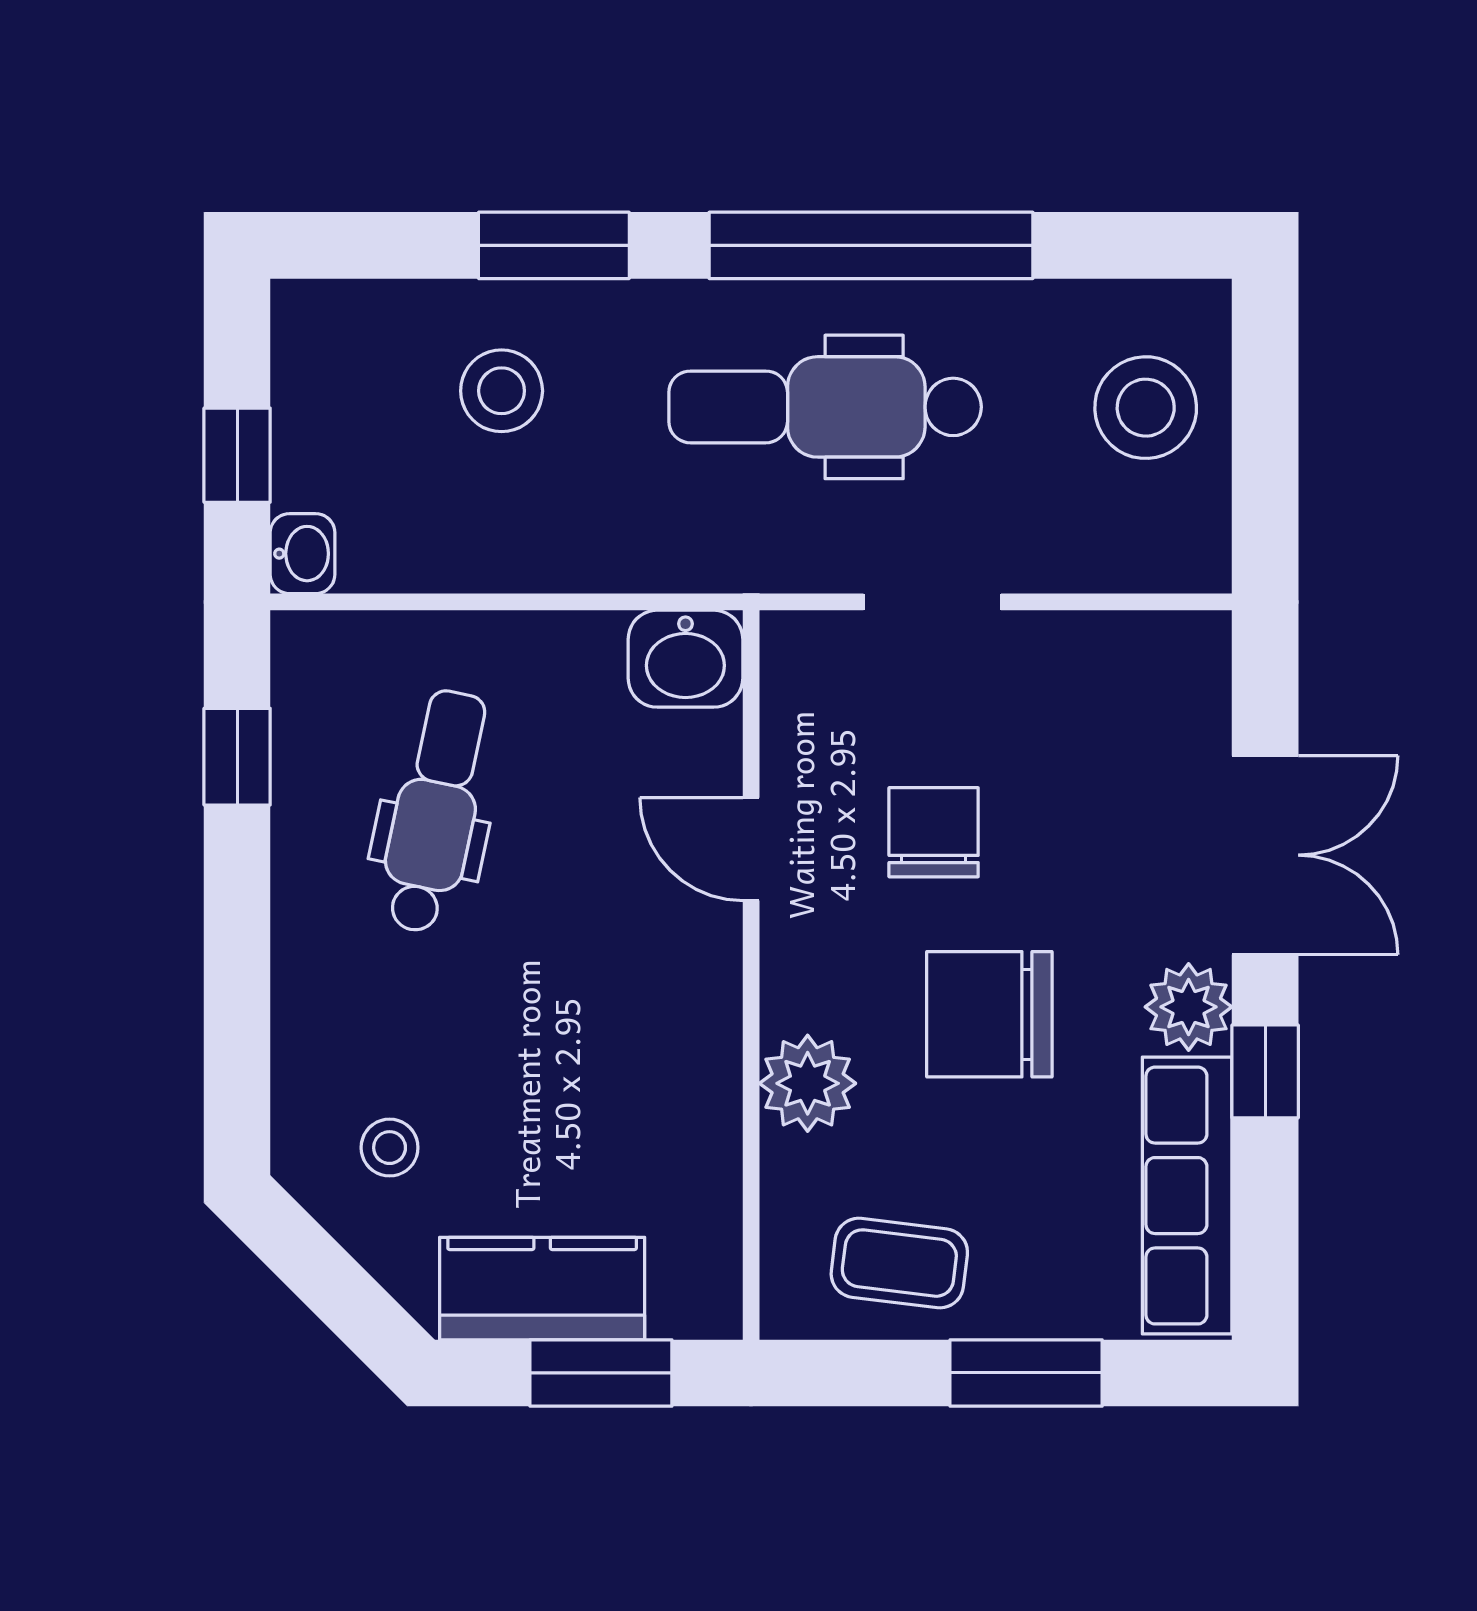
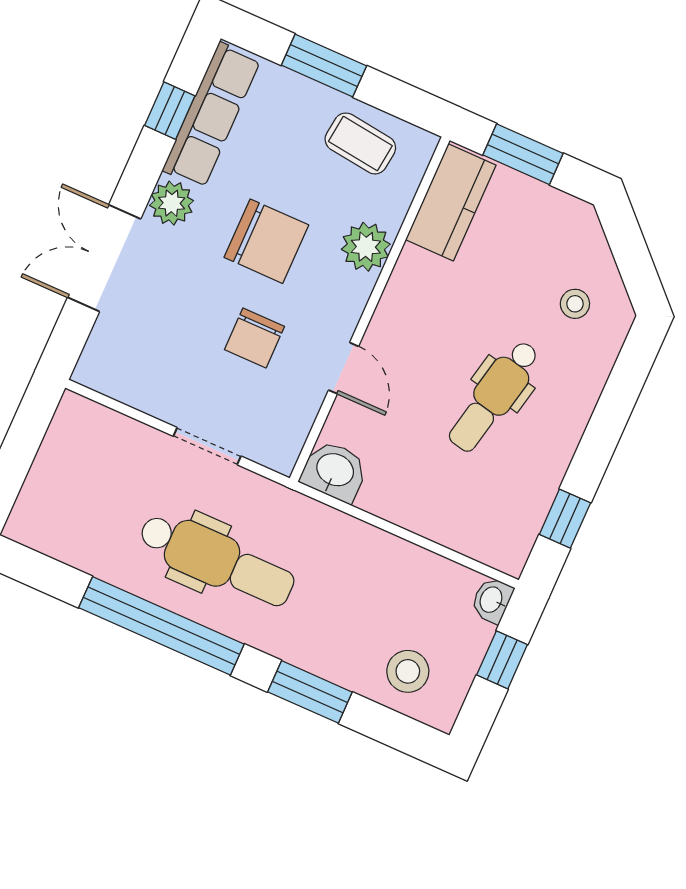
stool: (502, 391) -> (408, 671), moved
stool: (1146, 408) -> (67, 493), removed
dental chair: (435, 811) -> (494, 396), moved
window: (1265, 1071) -> (170, 111), moved
kitchen counter: (542, 1289) -> (451, 202), moved, turned -90

